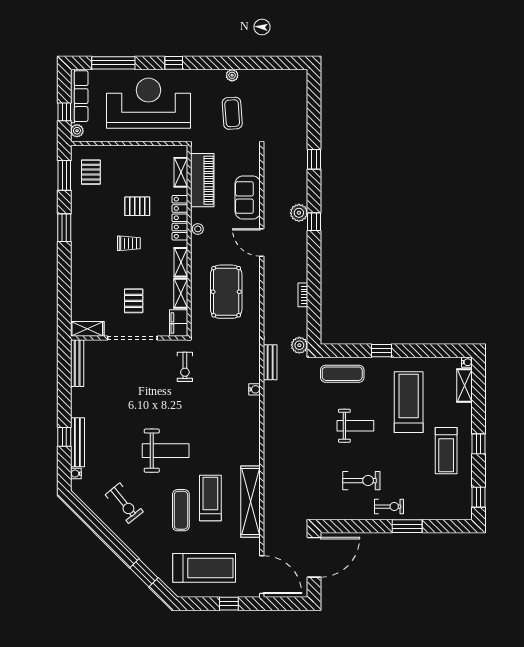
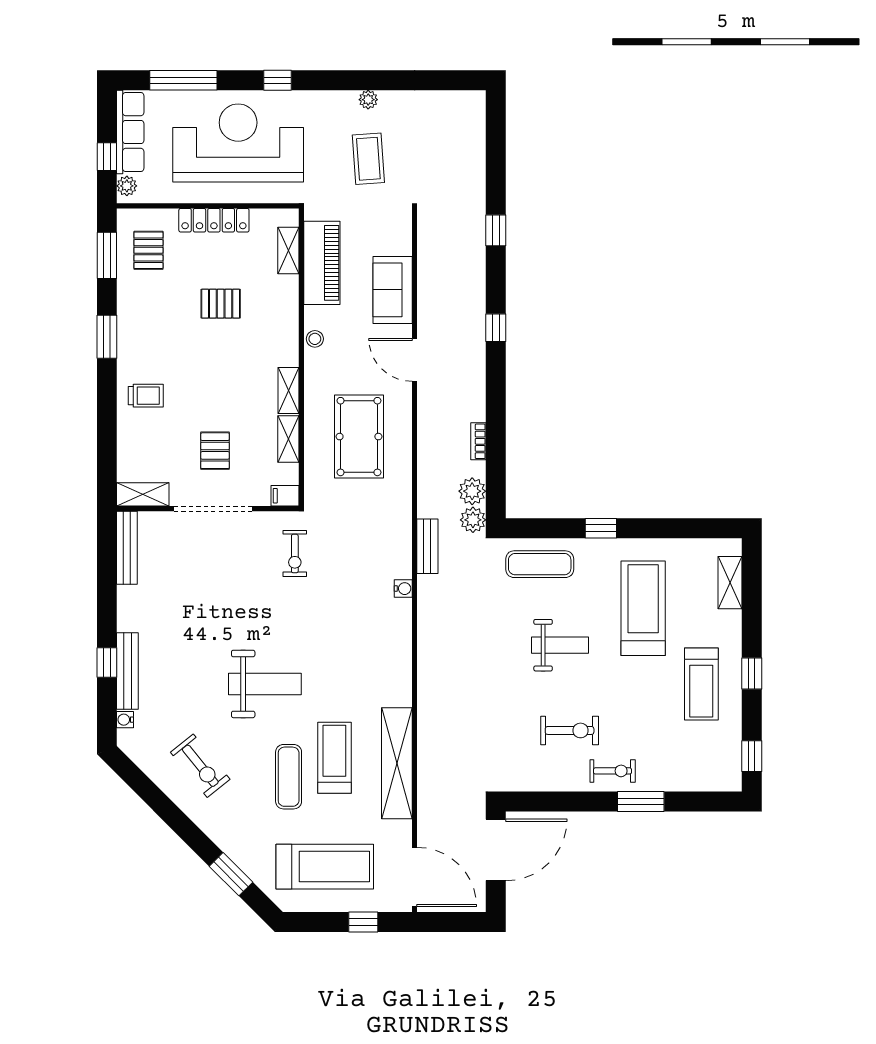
plant: (299, 213) -> (472, 491), moved
locker: (180, 218) -> (214, 220), moved, turned -90
trolley: (129, 243) -> (146, 396), moved
filing cabinet: (179, 323) -> (285, 496), width x0.50
water cooler: (467, 362) -> (734, 546), removed

